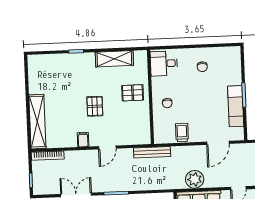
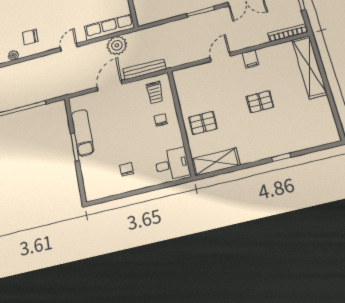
shelving: (114, 59) -> (216, 162), moved
pallet: (95, 106) -> (260, 102), moved, turned 90
trolley: (182, 132) -> (155, 93), moved
door: (218, 143) -> (110, 86), moved
bench: (152, 152) -> (144, 69), moved

